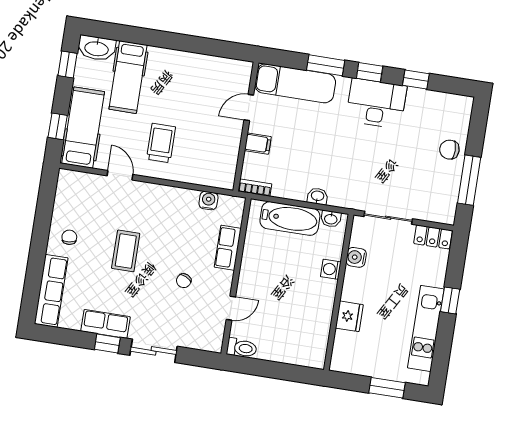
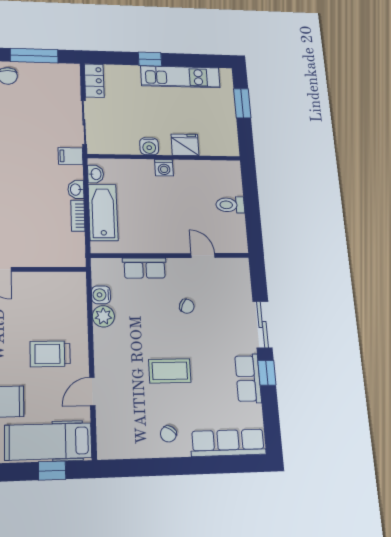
filing cabinet: (258, 144) -> (71, 156), moved, turned -90
bookcase: (255, 188) -> (78, 216), moved
plant: (188, 199) -> (103, 316), added
chair: (69, 237) -> (168, 434), turned -49
water cooler: (356, 257) -> (149, 146), moved
washing machine: (331, 269) -> (164, 168), moved
toilet: (242, 348) -> (230, 205), moved, turned -90

